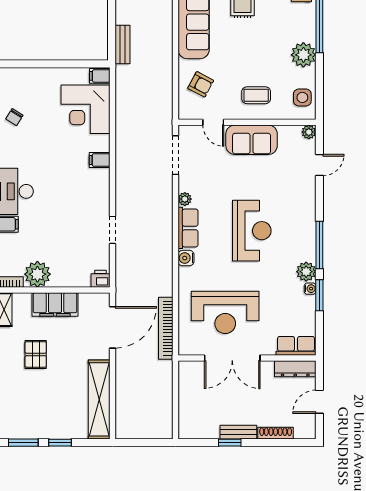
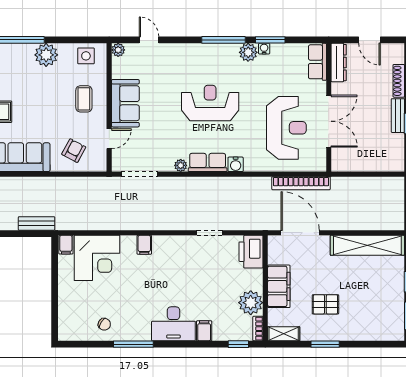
printer: (100, 279) -> (251, 252), width x1.87, depth x1.48

